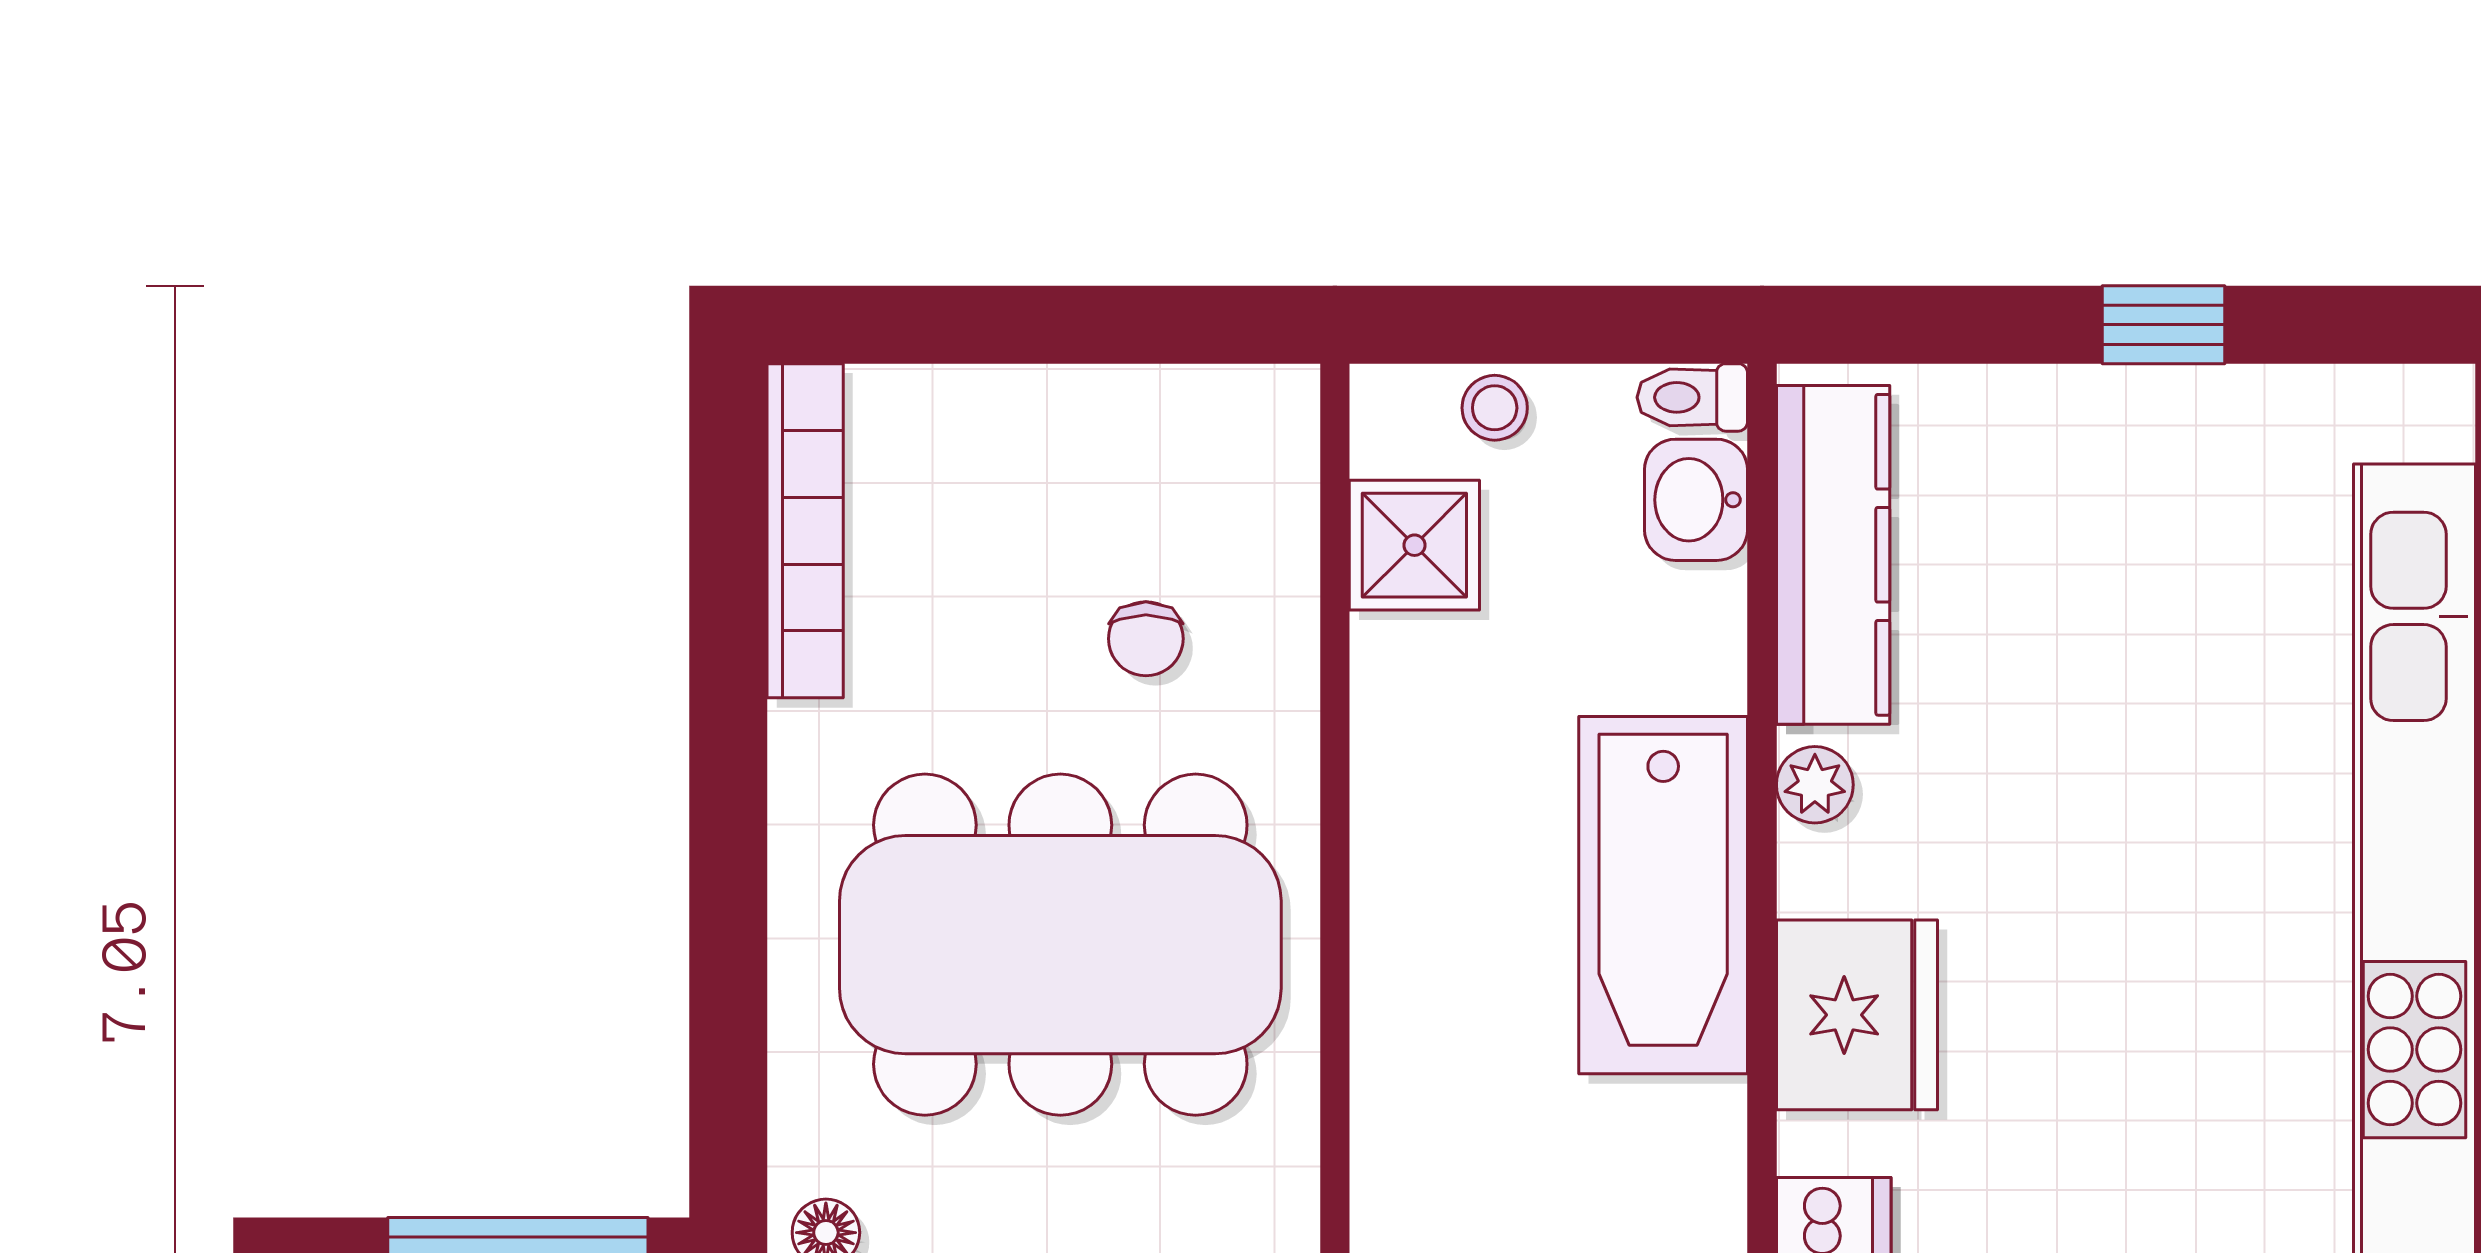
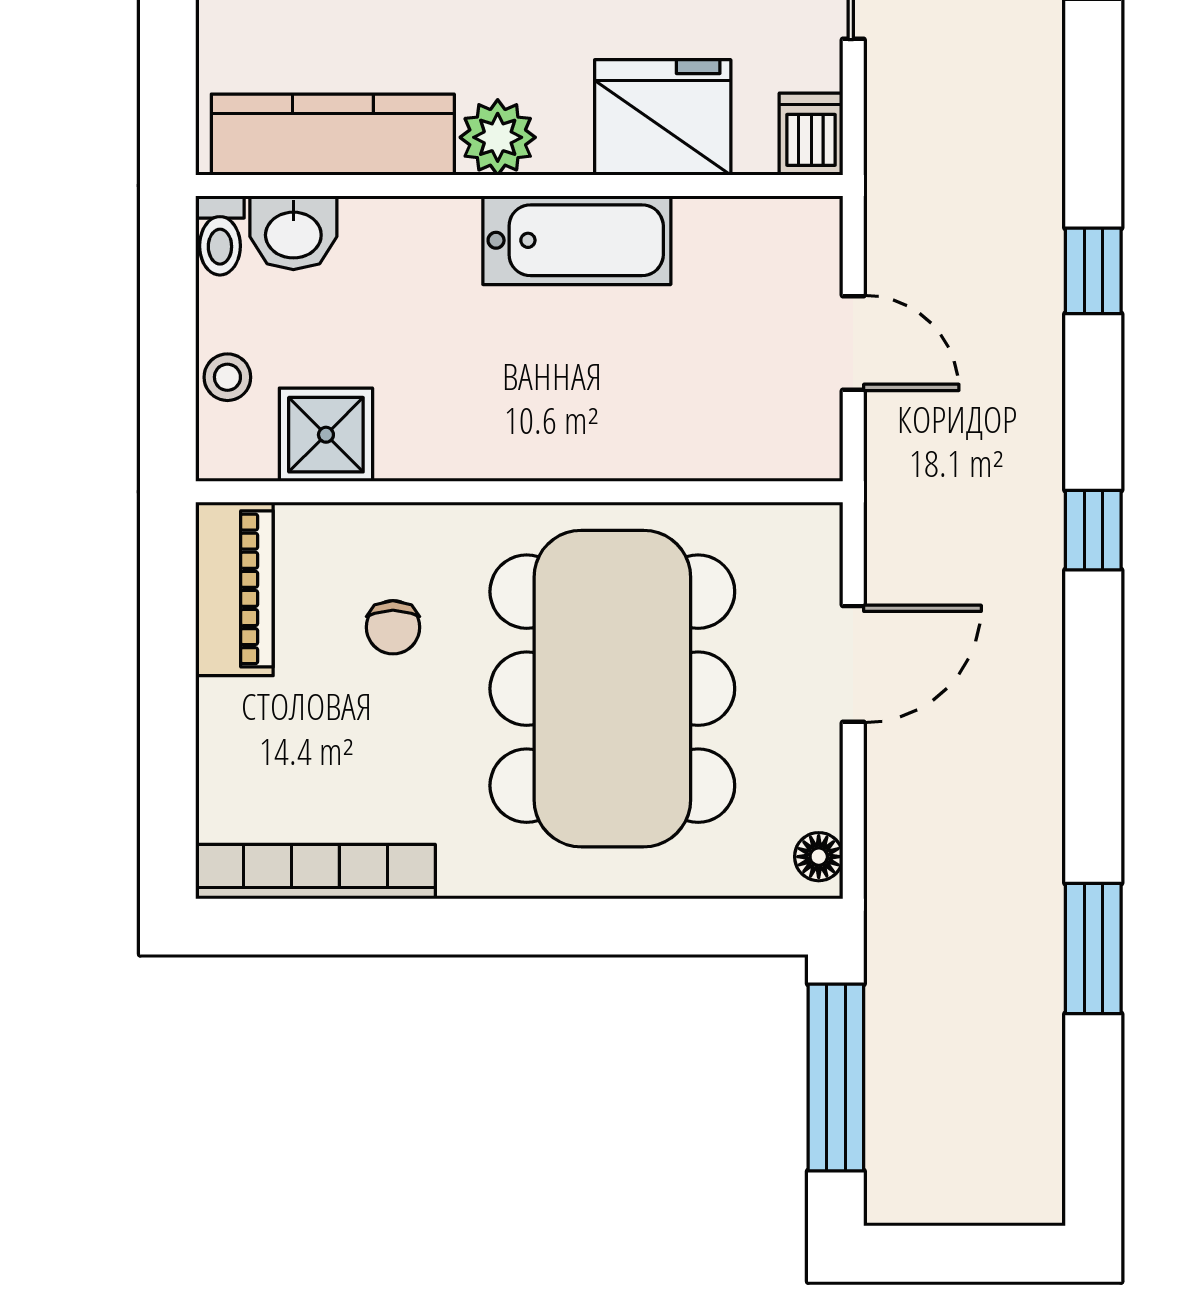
piano: (1199, 418) -> (234, 589), added
chair: (1146, 639) -> (393, 627), turned 90
plant: (1815, 785) -> (498, 137), width x1.38, depth x1.38
bathtub: (1663, 895) -> (577, 240), width x0.73, depth x0.73

